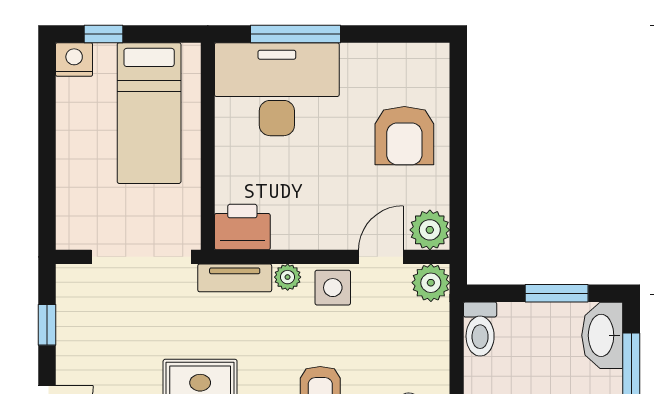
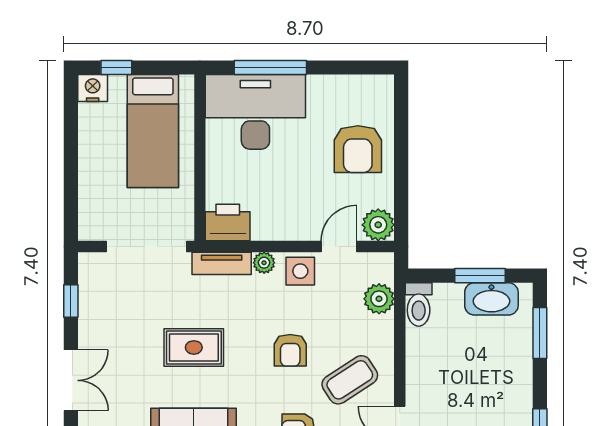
plant: (431, 283) -> (379, 299), moved
washbasin: (602, 335) -> (491, 299), moved, turned -90

